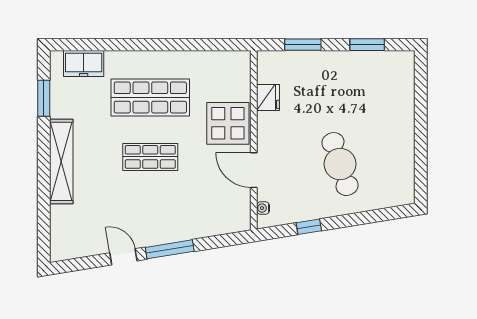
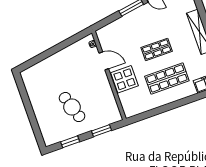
fridge: (268, 98) -> (109, 99), removed
cafe table: (340, 164) -> (72, 107), moved
window: (309, 227) -> (67, 43), removed

